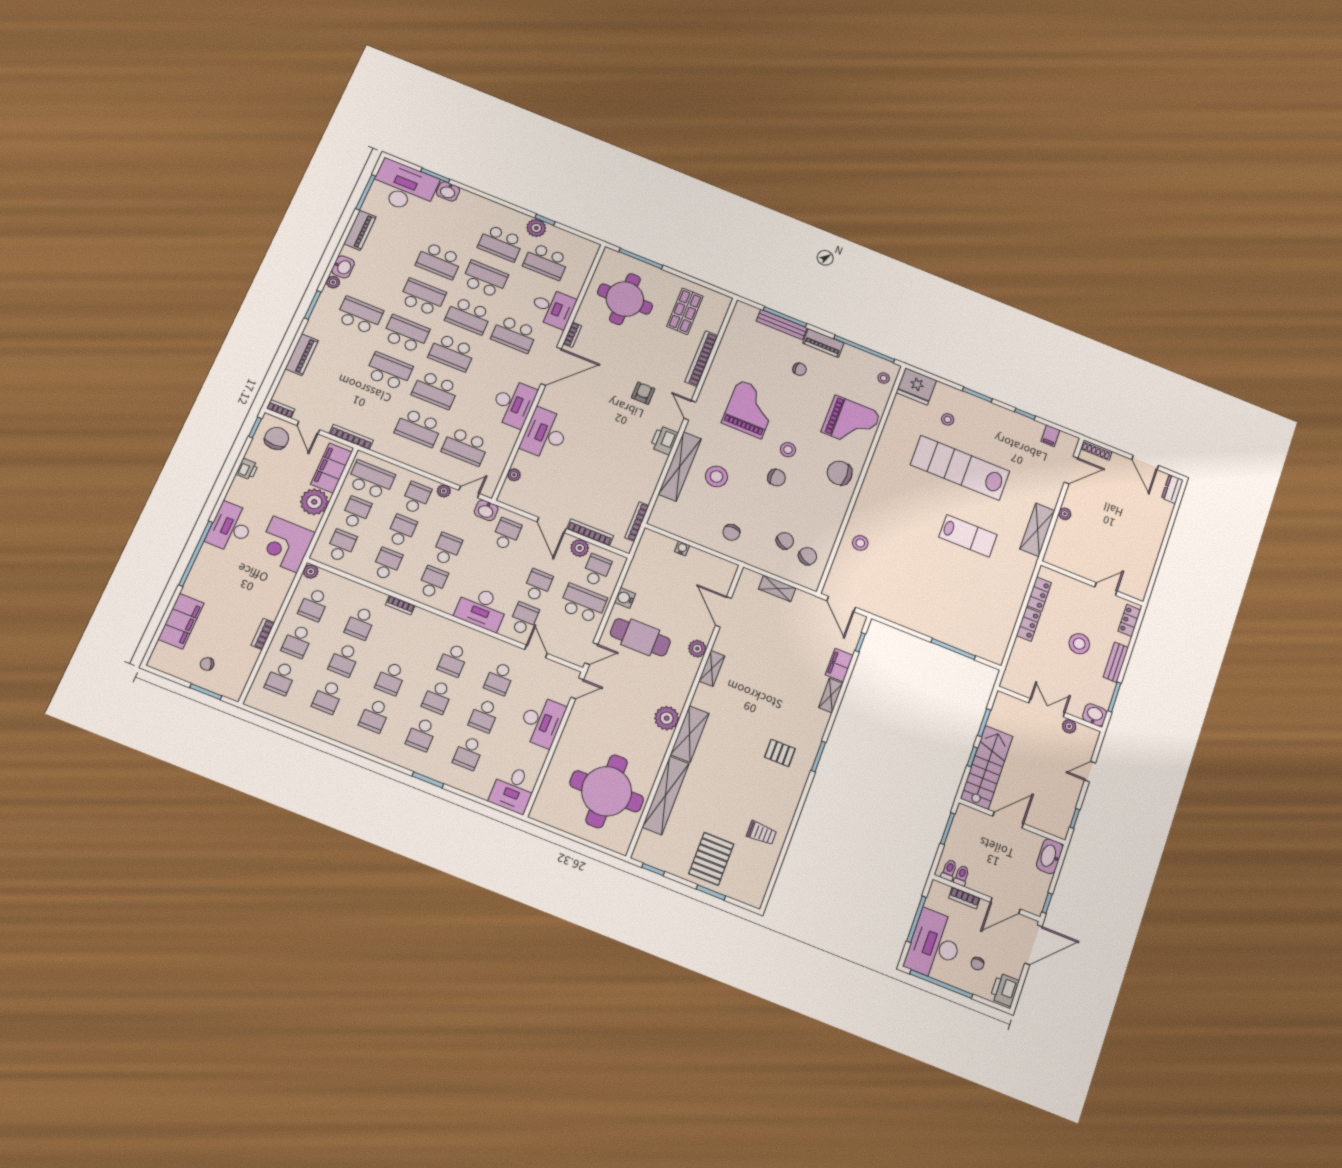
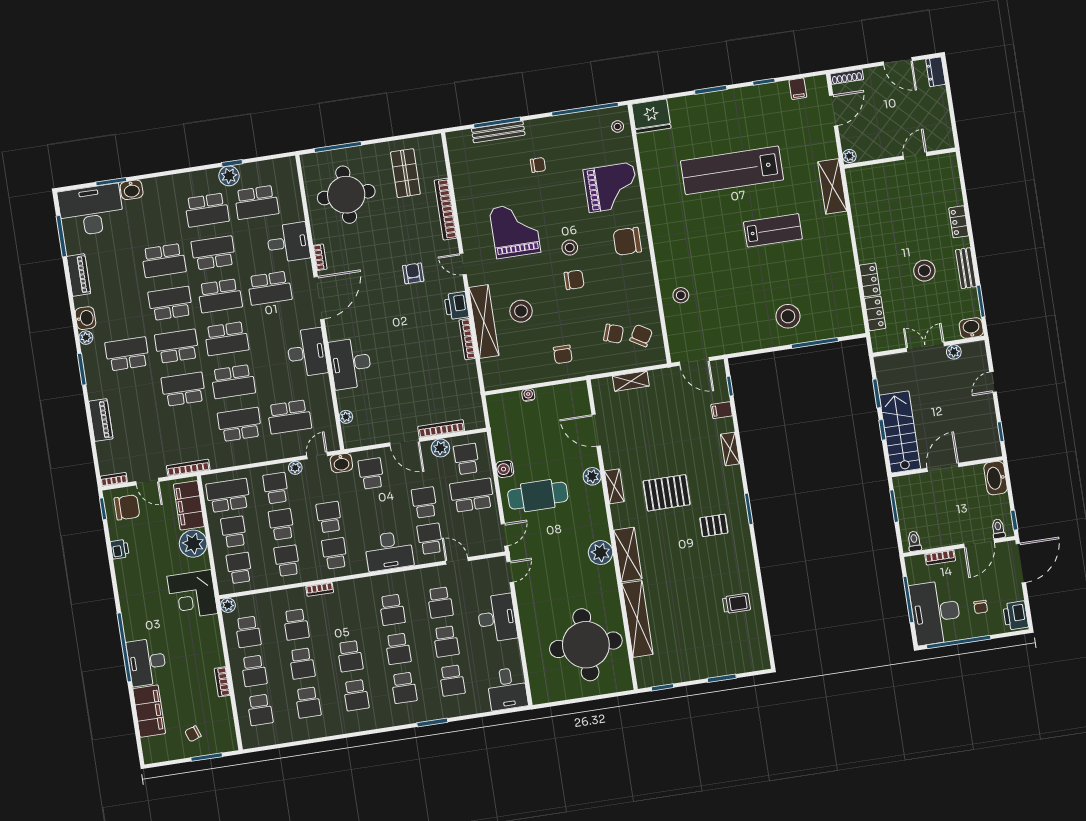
piano: (823, 343) -> (545, 126), removed
stool: (948, 419) -> (788, 316), moved, width x1.89, depth x1.89
school desk: (419, 428) -> (240, 424), turned 180
chair: (277, 438) -> (127, 507), turned 90
bookcase: (637, 522) -> (467, 339), moved
desk: (231, 528) -> (147, 662), moved
chair: (785, 541) -> (614, 334), turned 79
wall: (1092, 583) -> (900, 158), moved
door: (1106, 589) -> (915, 156), moved
locker: (1039, 594) -> (875, 313), moved
filing cabinet: (839, 665) -> (722, 410), width x0.50
pallet: (711, 859) -> (667, 493), moved, turned 90
toilet: (962, 875) -> (998, 529), moved

